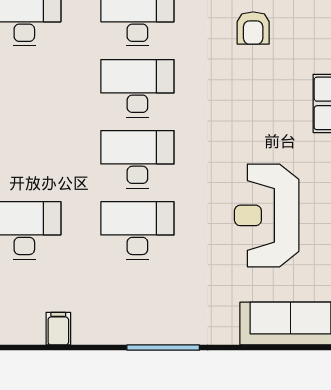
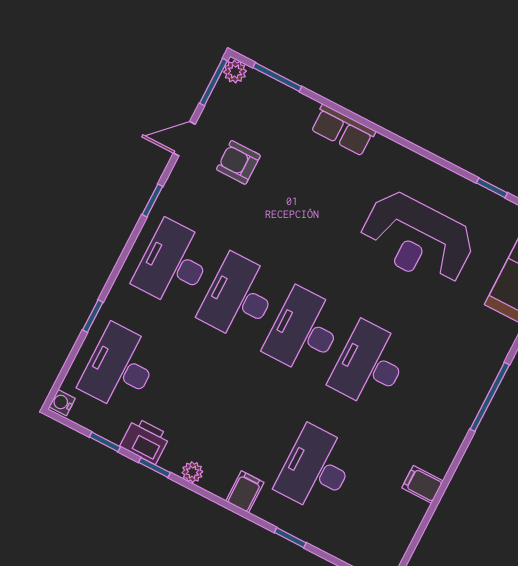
armchair: (253, 28) -> (238, 162), turned 180

